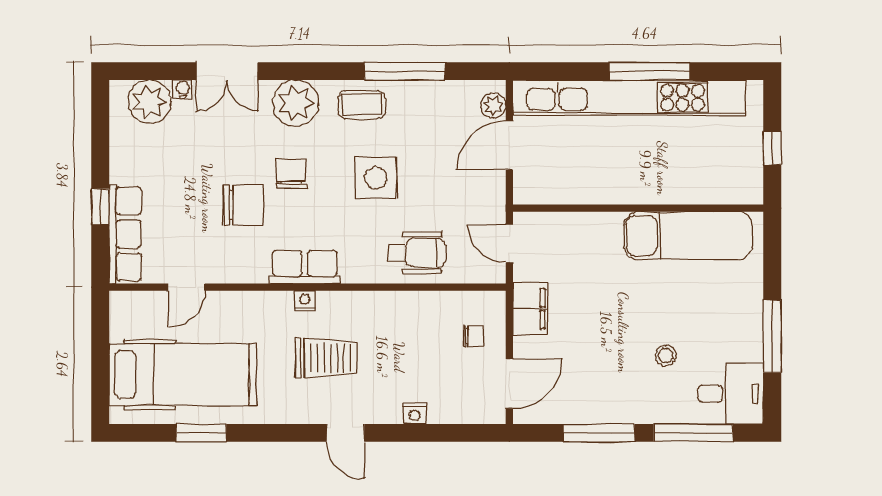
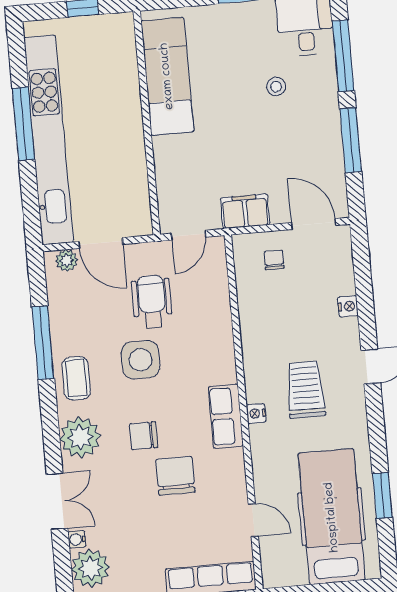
wheelchair: (417, 253) -> (152, 302), moved

